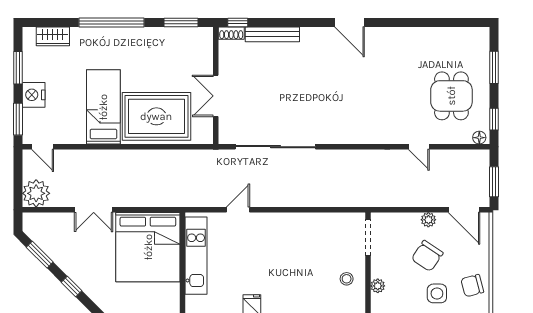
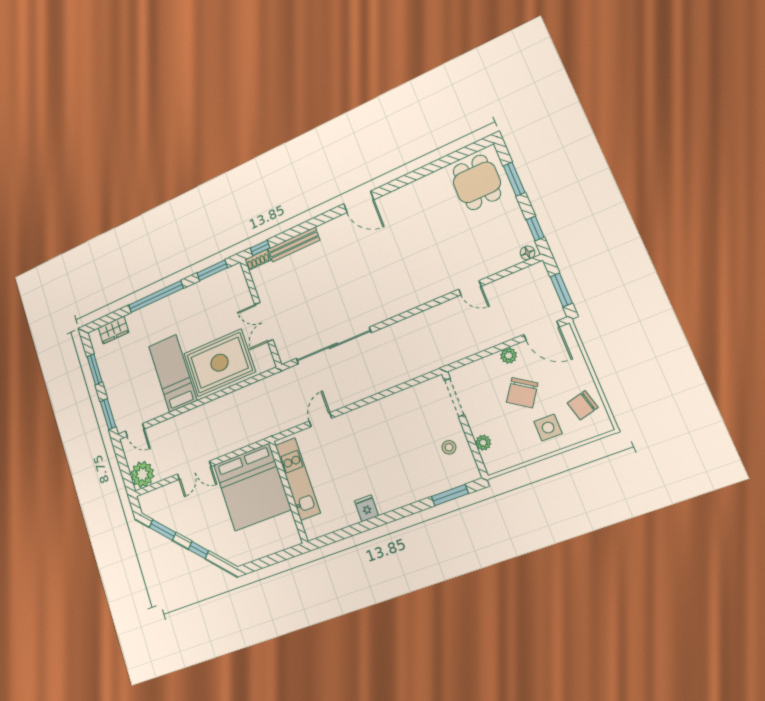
nightstand: (34, 95) -> (114, 387), removed
dining table: (451, 96) -> (477, 182), moved

